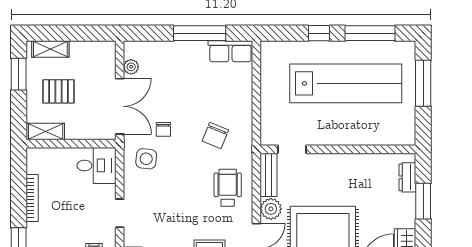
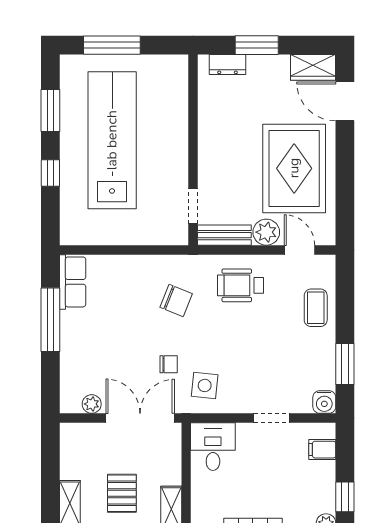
window: (370, 33) -> (50, 110), width x0.69

